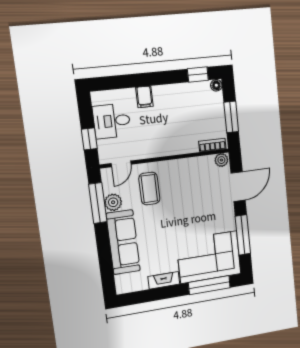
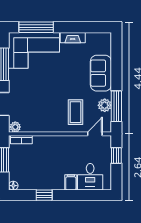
window: (198, 74) -> (44, 195), moved
desk: (112, 121) -> (90, 177), moved, turned 90
sofa: (123, 242) -> (101, 73), width x0.73

